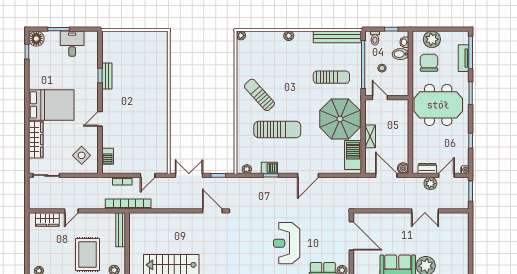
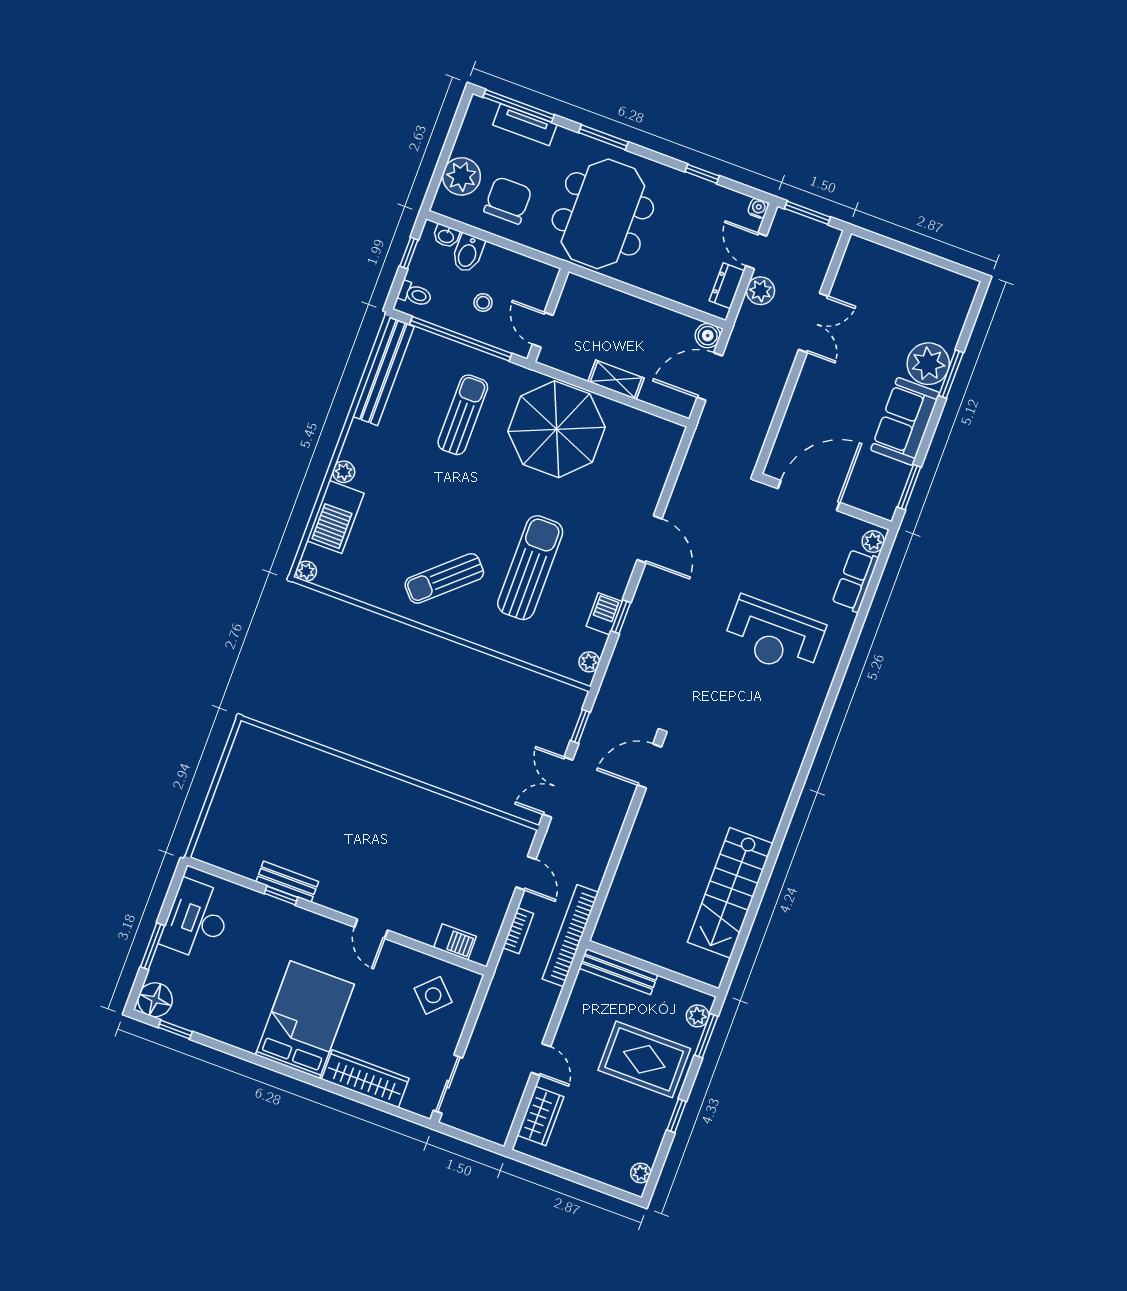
desk: (72, 44) -> (197, 920), width x1.37
chair: (429, 63) -> (508, 200), turned 90
door: (380, 98) -> (543, 330), hinge flipped
barbecue: (353, 155) -> (335, 517), moved, turned -90

